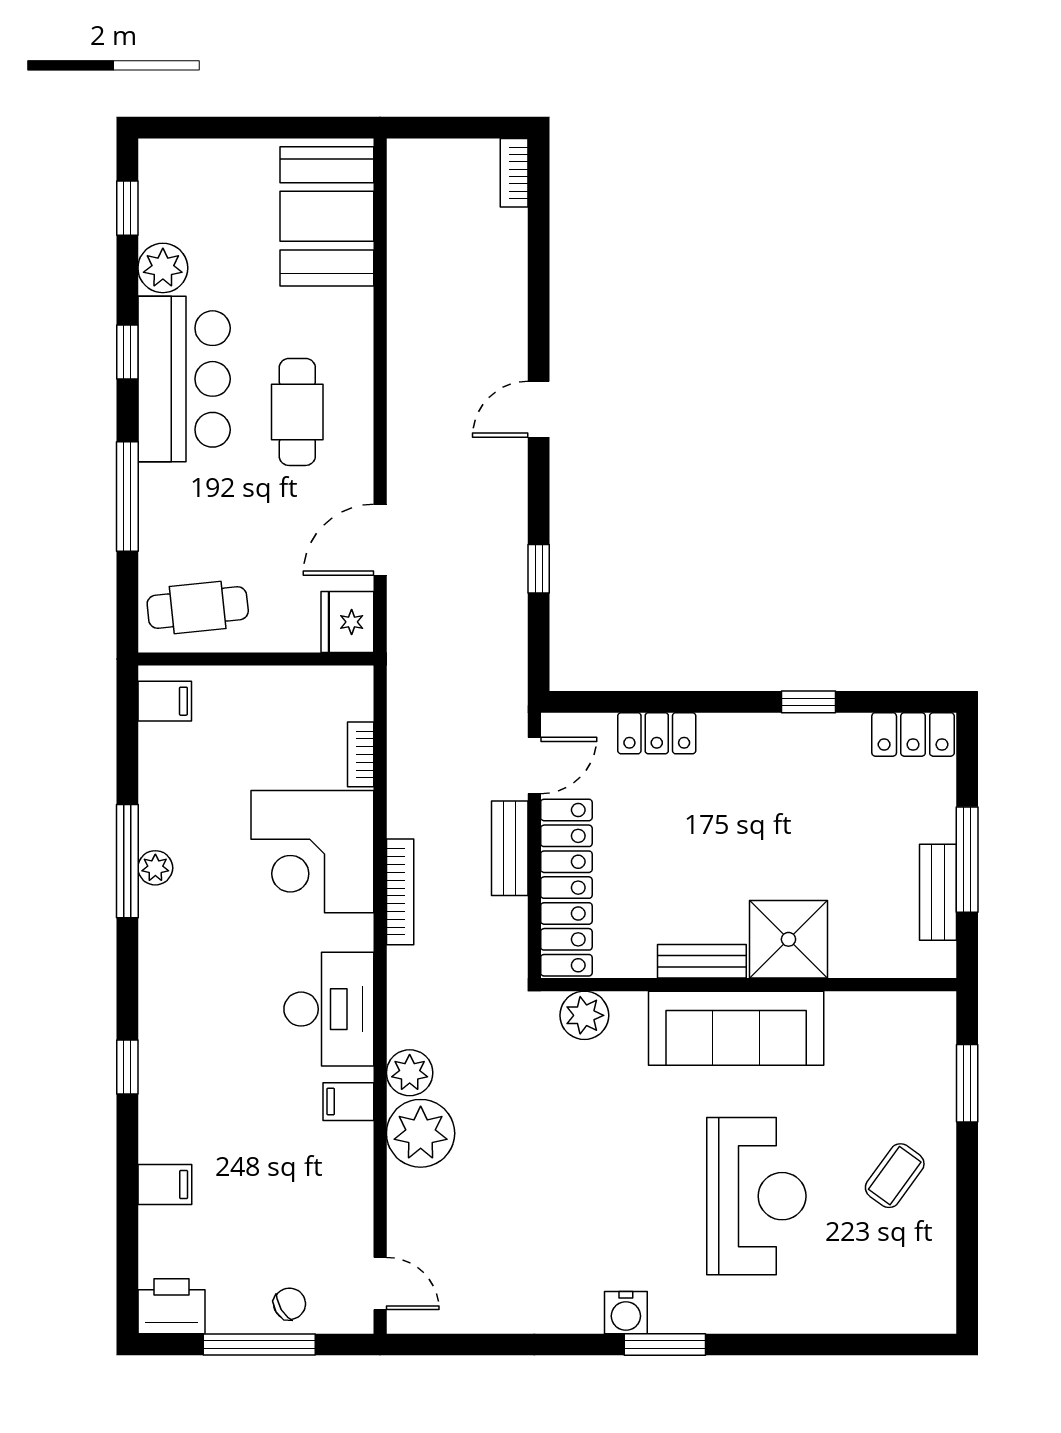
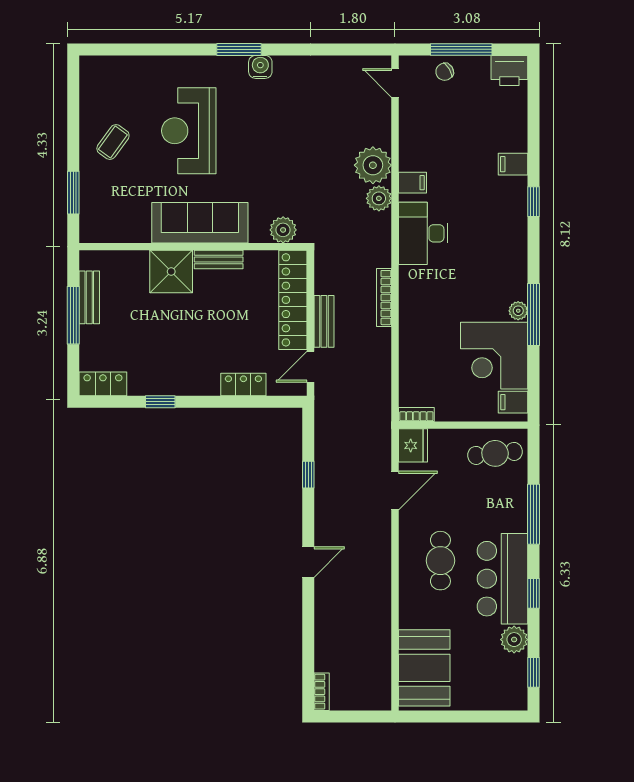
bookcase: (361, 754) -> (416, 415), moved, turned -90
corner desk: (312, 852) -> (494, 356), moved, turned 180
filing cabinet: (165, 1185) -> (513, 164), moved

